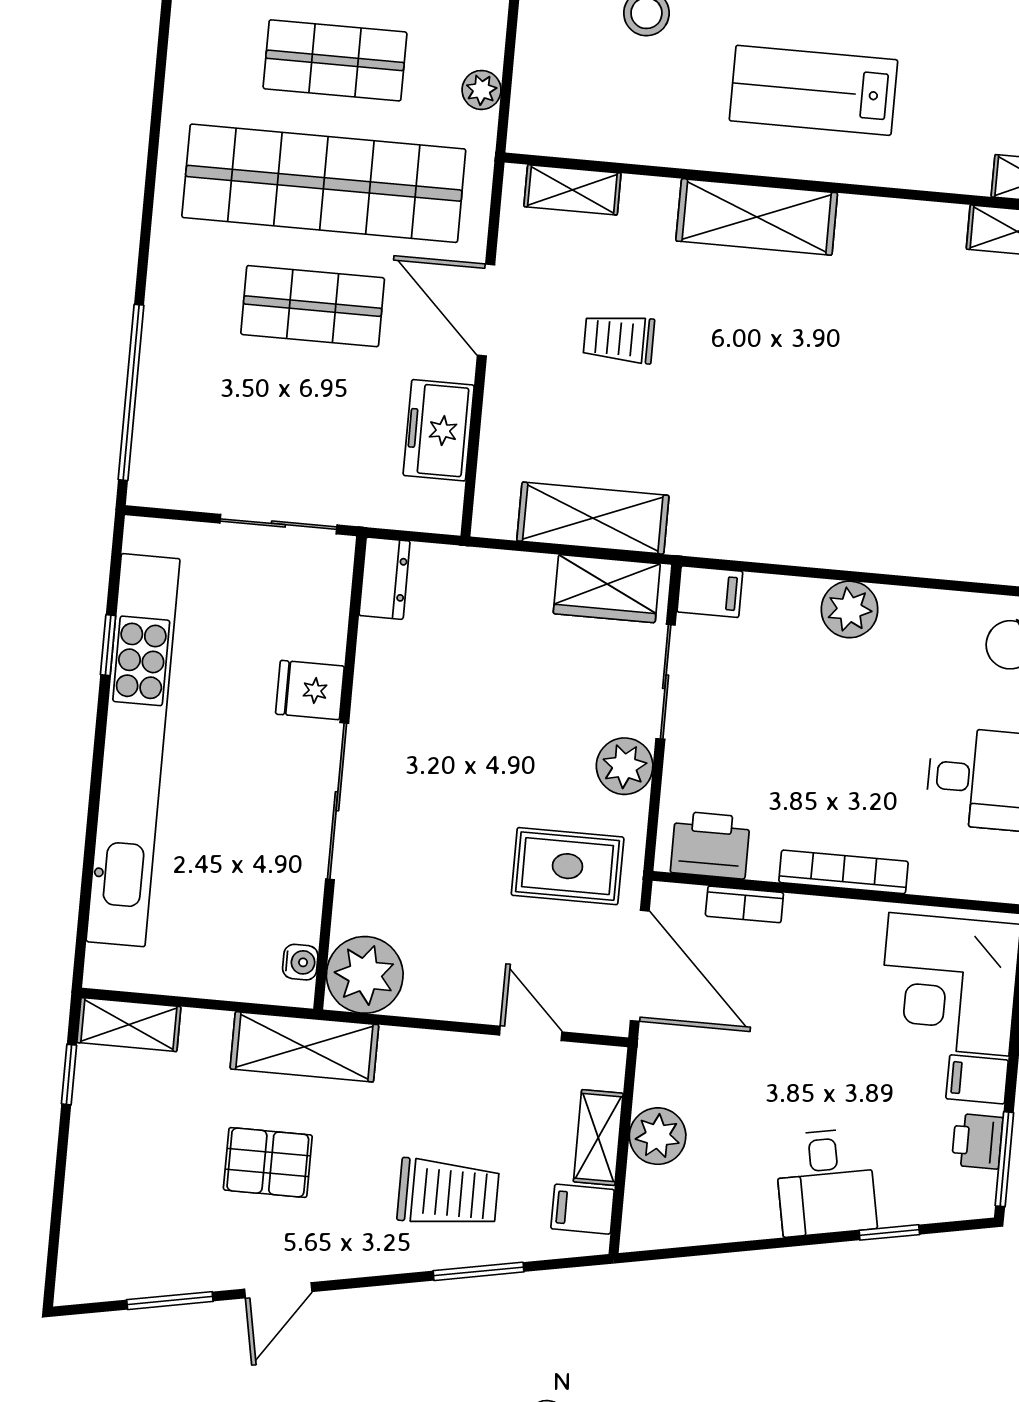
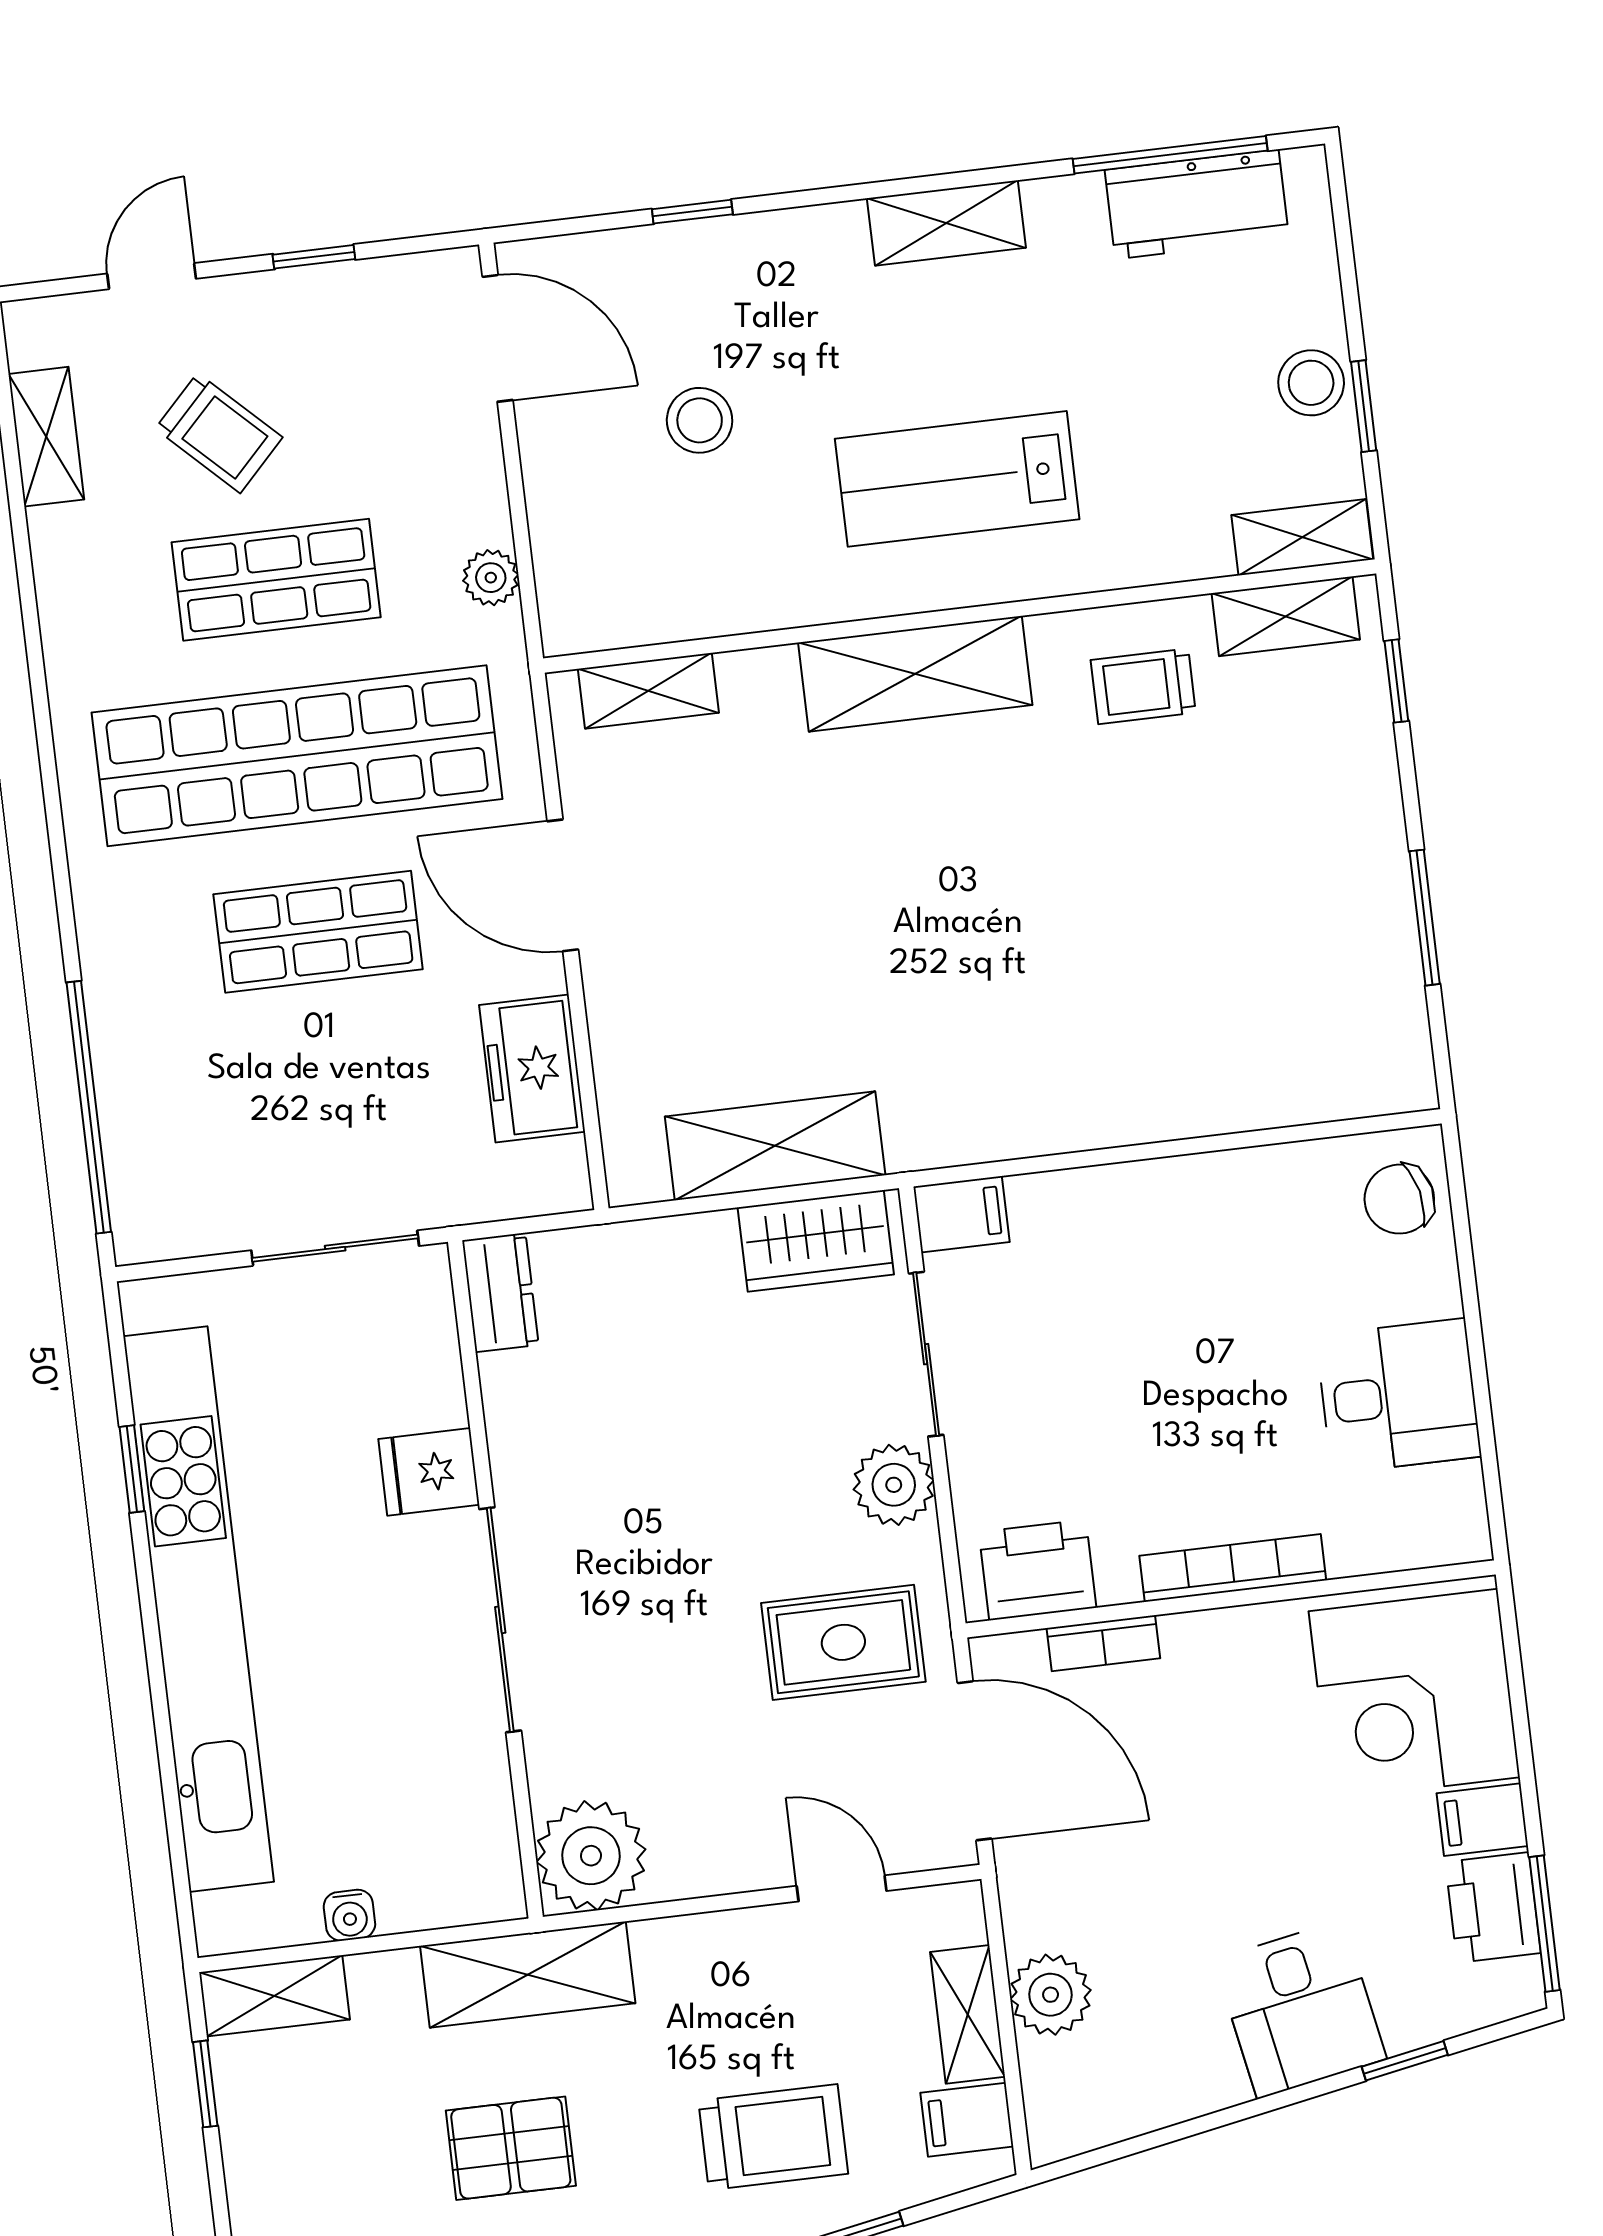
trolley: (619, 339) -> (1143, 686), moved
plant: (849, 609) -> (1163, 1198), removed
water cooler: (300, 962) -> (349, 1915), moved, turned 90
printer: (977, 1141) -> (1493, 1907), width x1.36, depth x1.24

